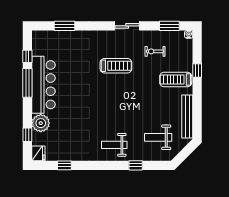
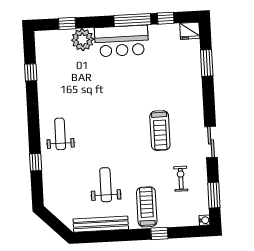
bar counter: (43, 85) -> (122, 41), width x0.73
weight bench: (158, 137) -> (106, 185), moved
fridge: (38, 153) -> (190, 31), moved

